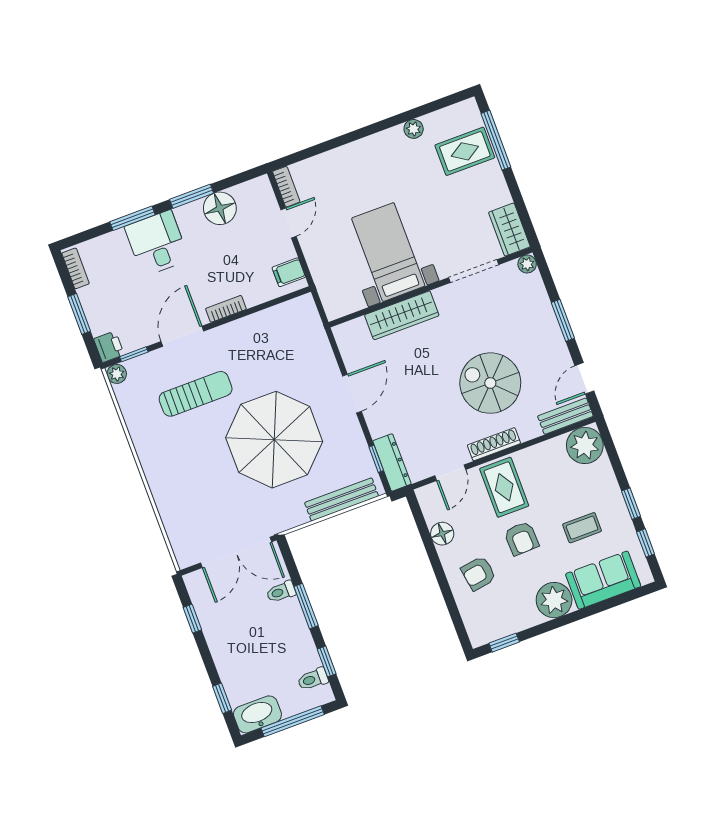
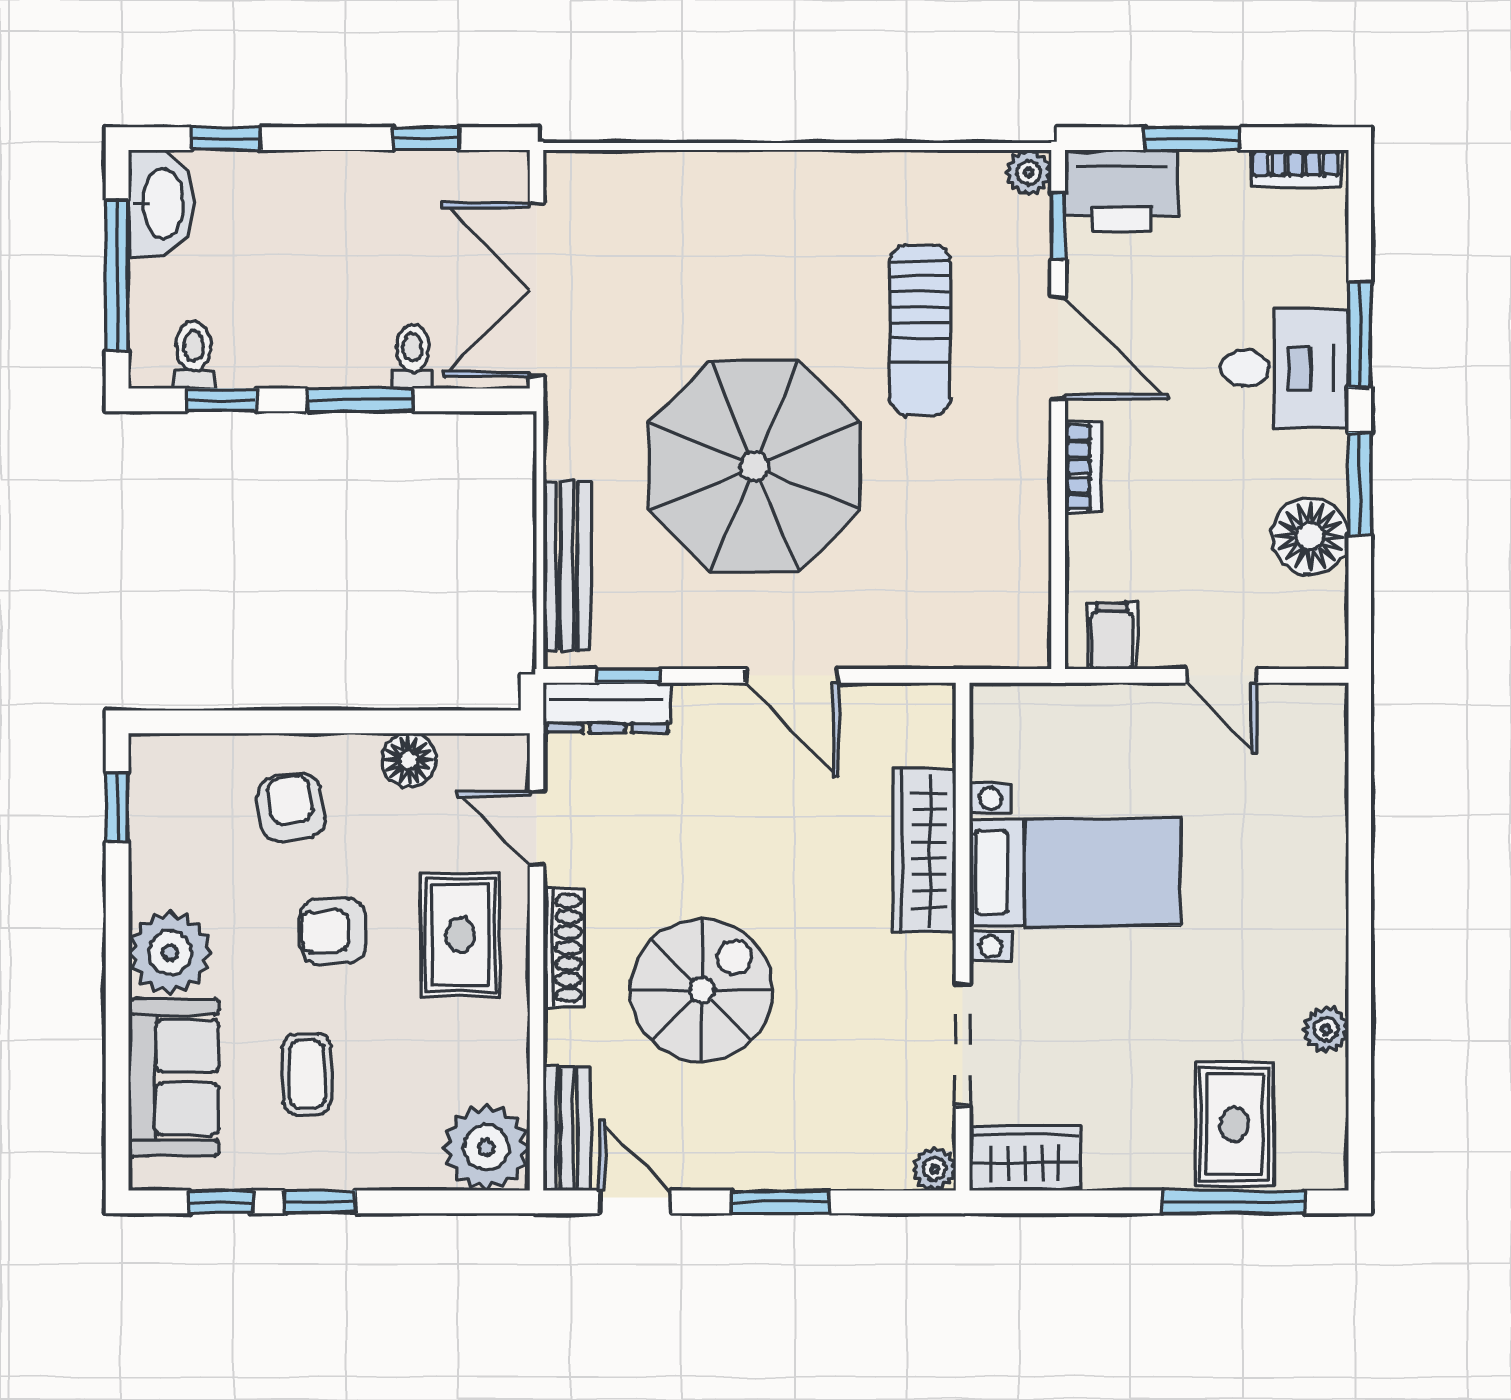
bookcase: (286, 187) -> (1303, 701), removed
printer: (109, 347) -> (1122, 191), width x1.87, depth x1.48
rug: (504, 487) -> (460, 935), turned 90

